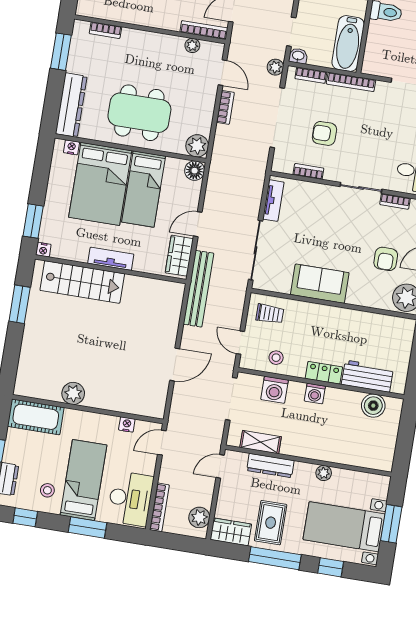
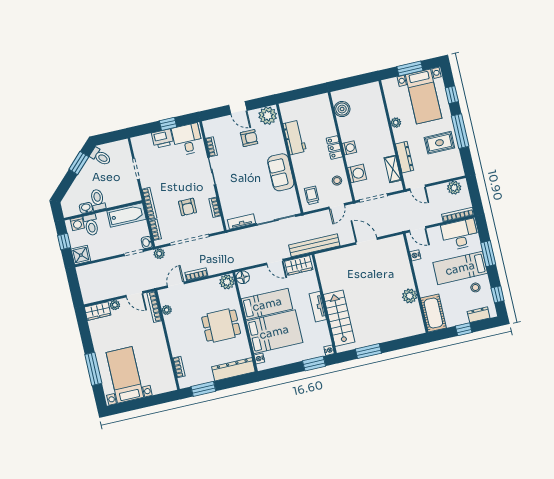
dining table: (139, 113) -> (221, 326), width x0.73
workbench: (367, 376) -> (295, 137), moved, turned 180
wardrobe: (231, 532) -> (455, 165), removed

